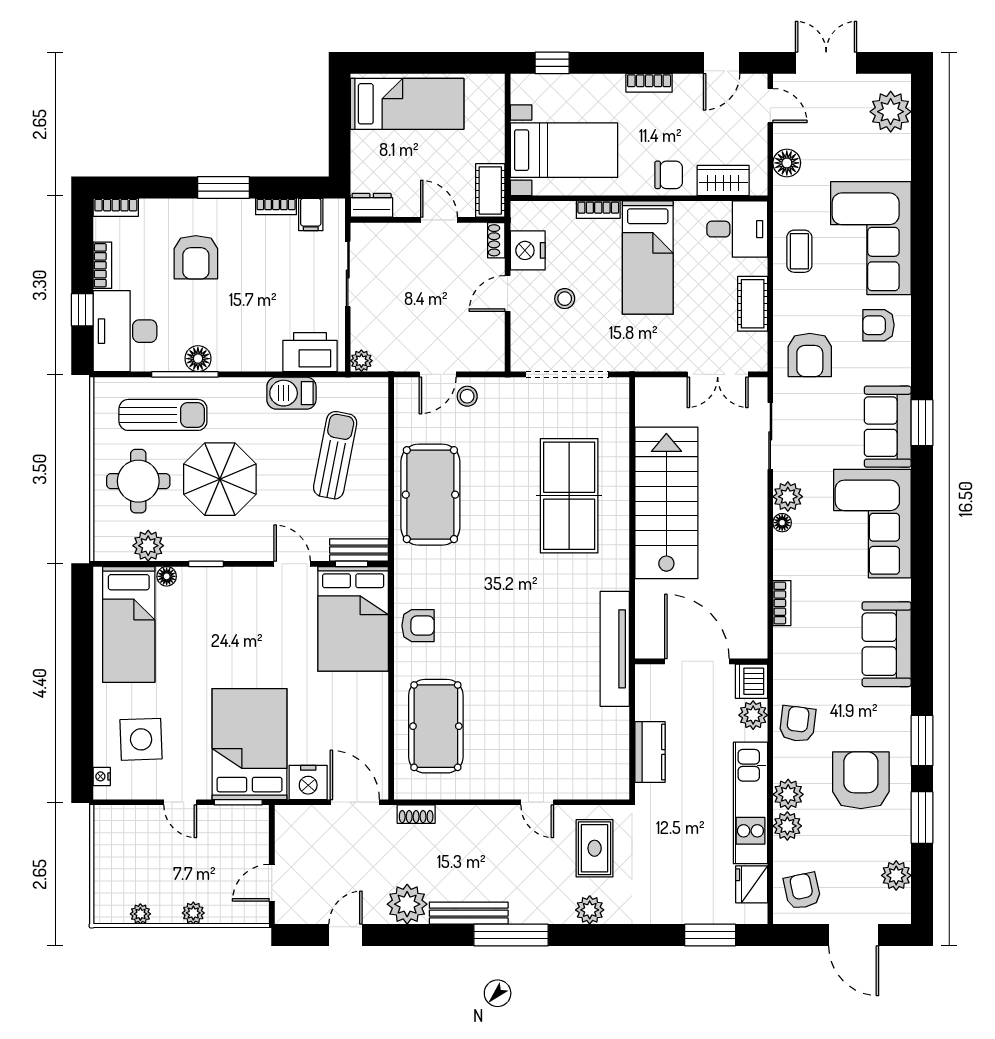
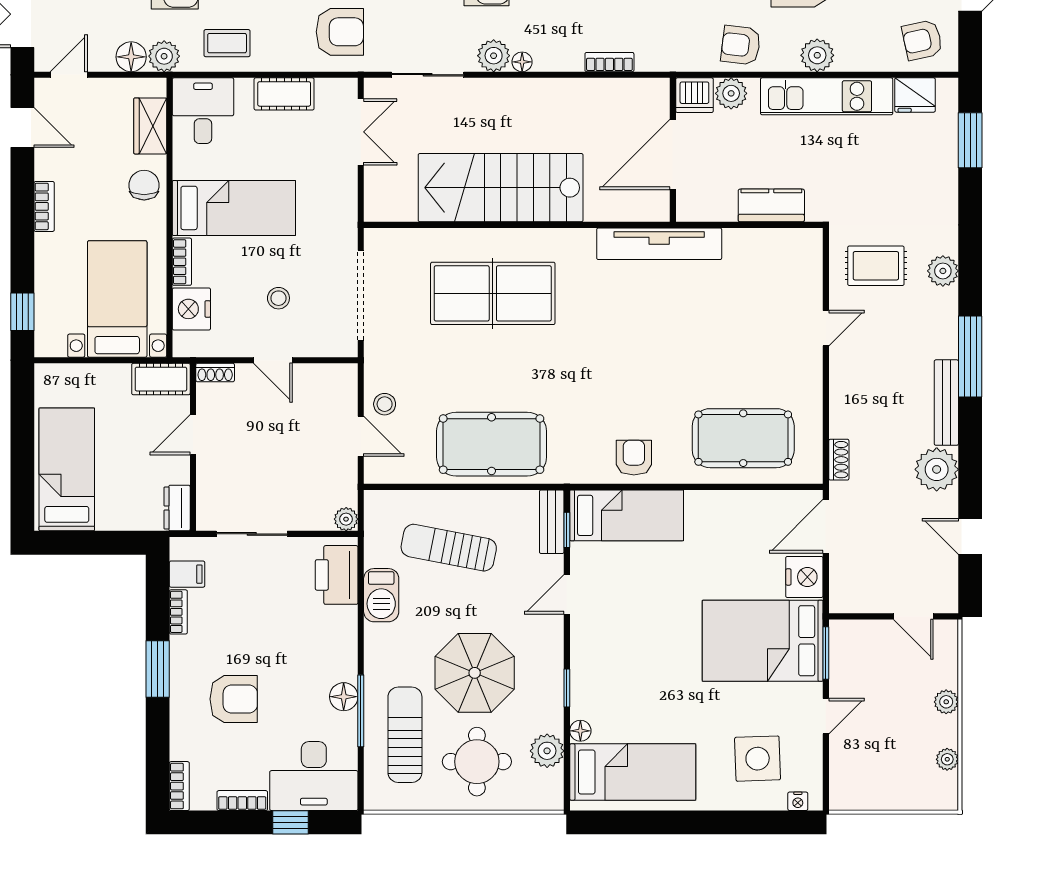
nightstand: (528, 250) -> (191, 309), moved, turned 90
bed: (353, 619) -> (627, 515), width x0.67
plant: (787, 826) -> (164, 56), moved

